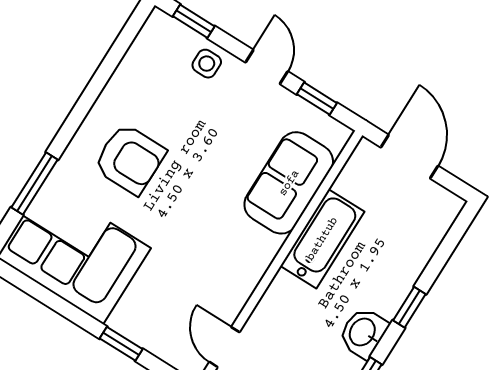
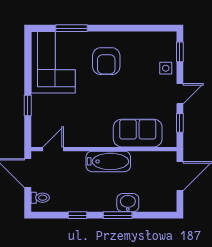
bathtub: (322, 239) -> (108, 161), moved
window: (409, 307) -> (118, 215), width x1.50
washbasin: (363, 333) -> (128, 203), moved

